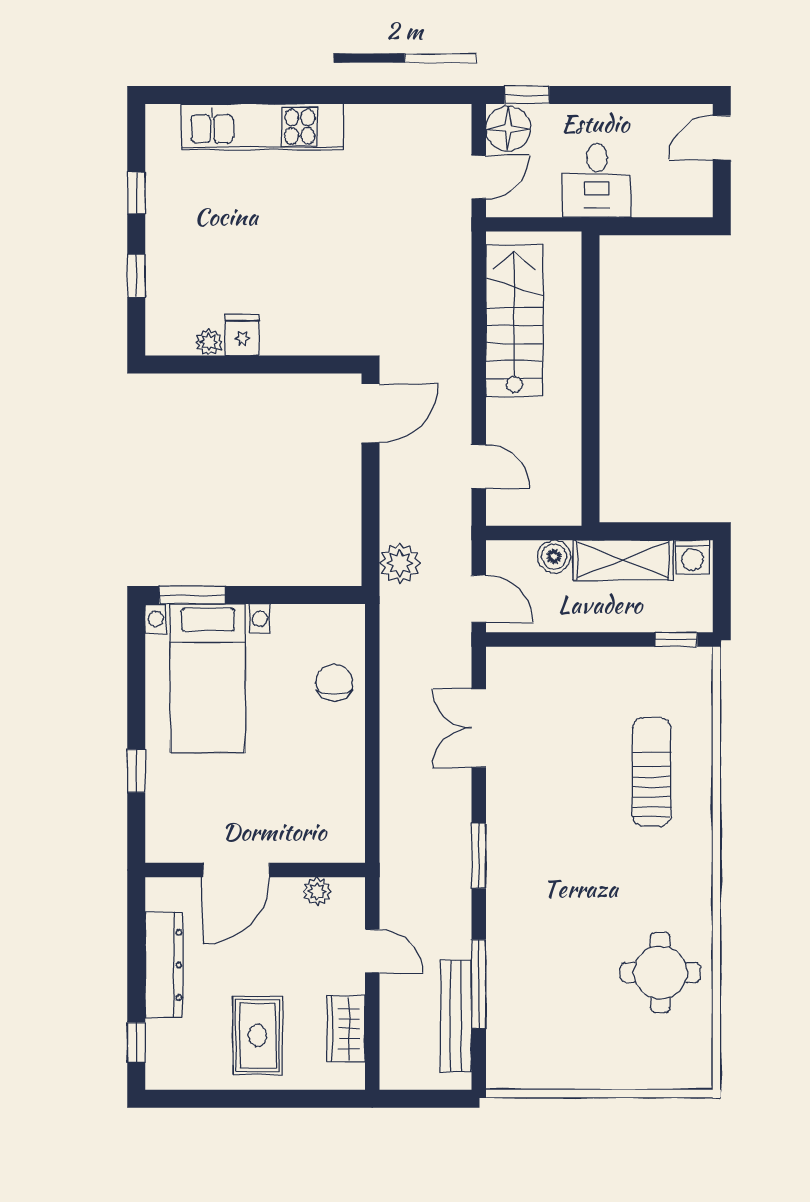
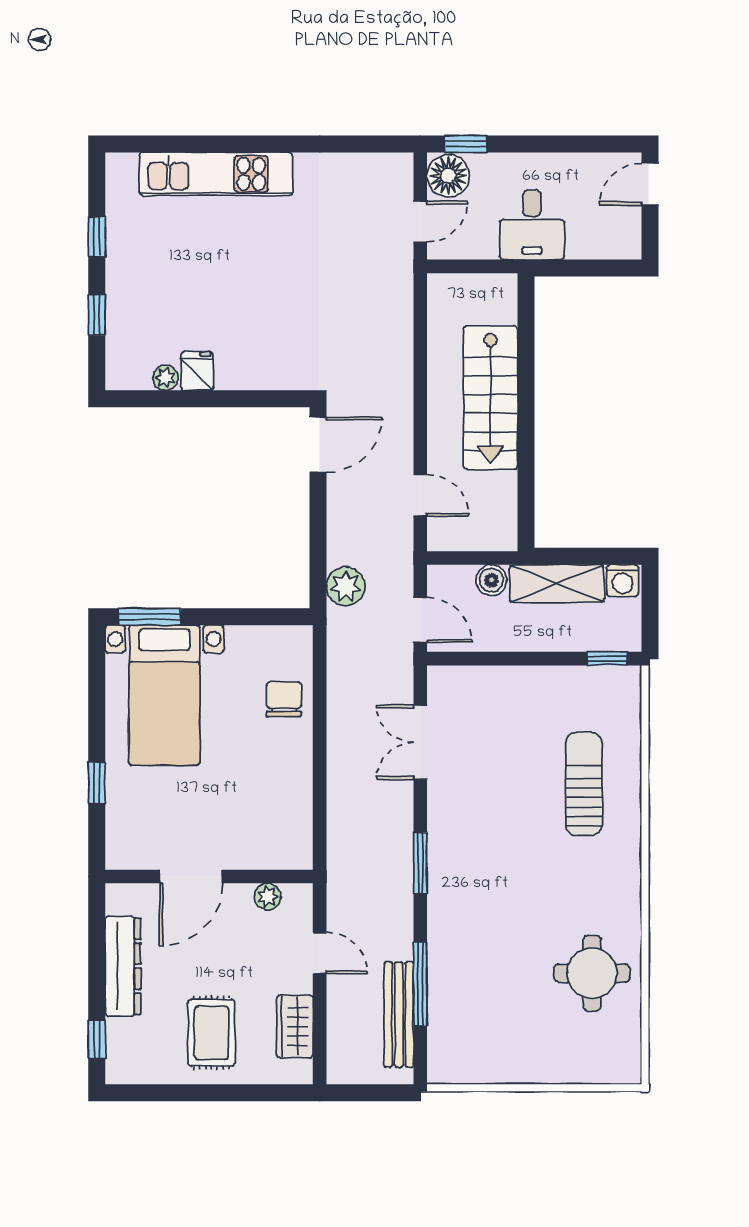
stairs: (514, 321) -> (490, 397), moved, turned 180

